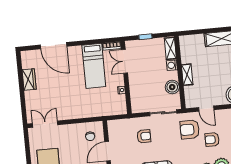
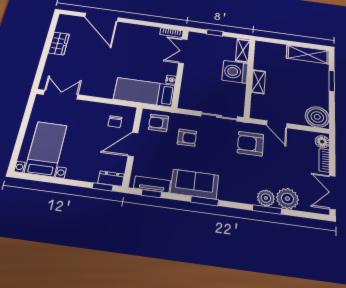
washing machine: (172, 65) -> (235, 72), width x1.89, depth x1.89
bed: (94, 66) -> (144, 92), moved, turned 90
boiler: (172, 87) -> (237, 91), removed
armchair: (212, 140) -> (159, 123), moved

